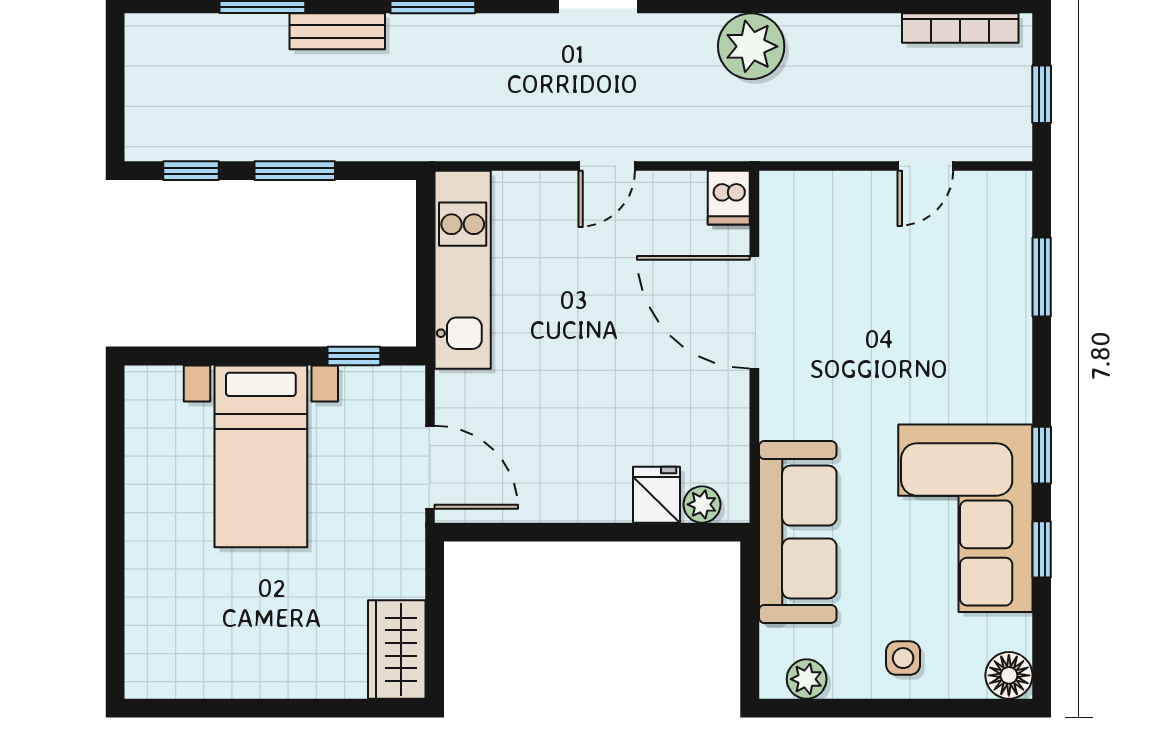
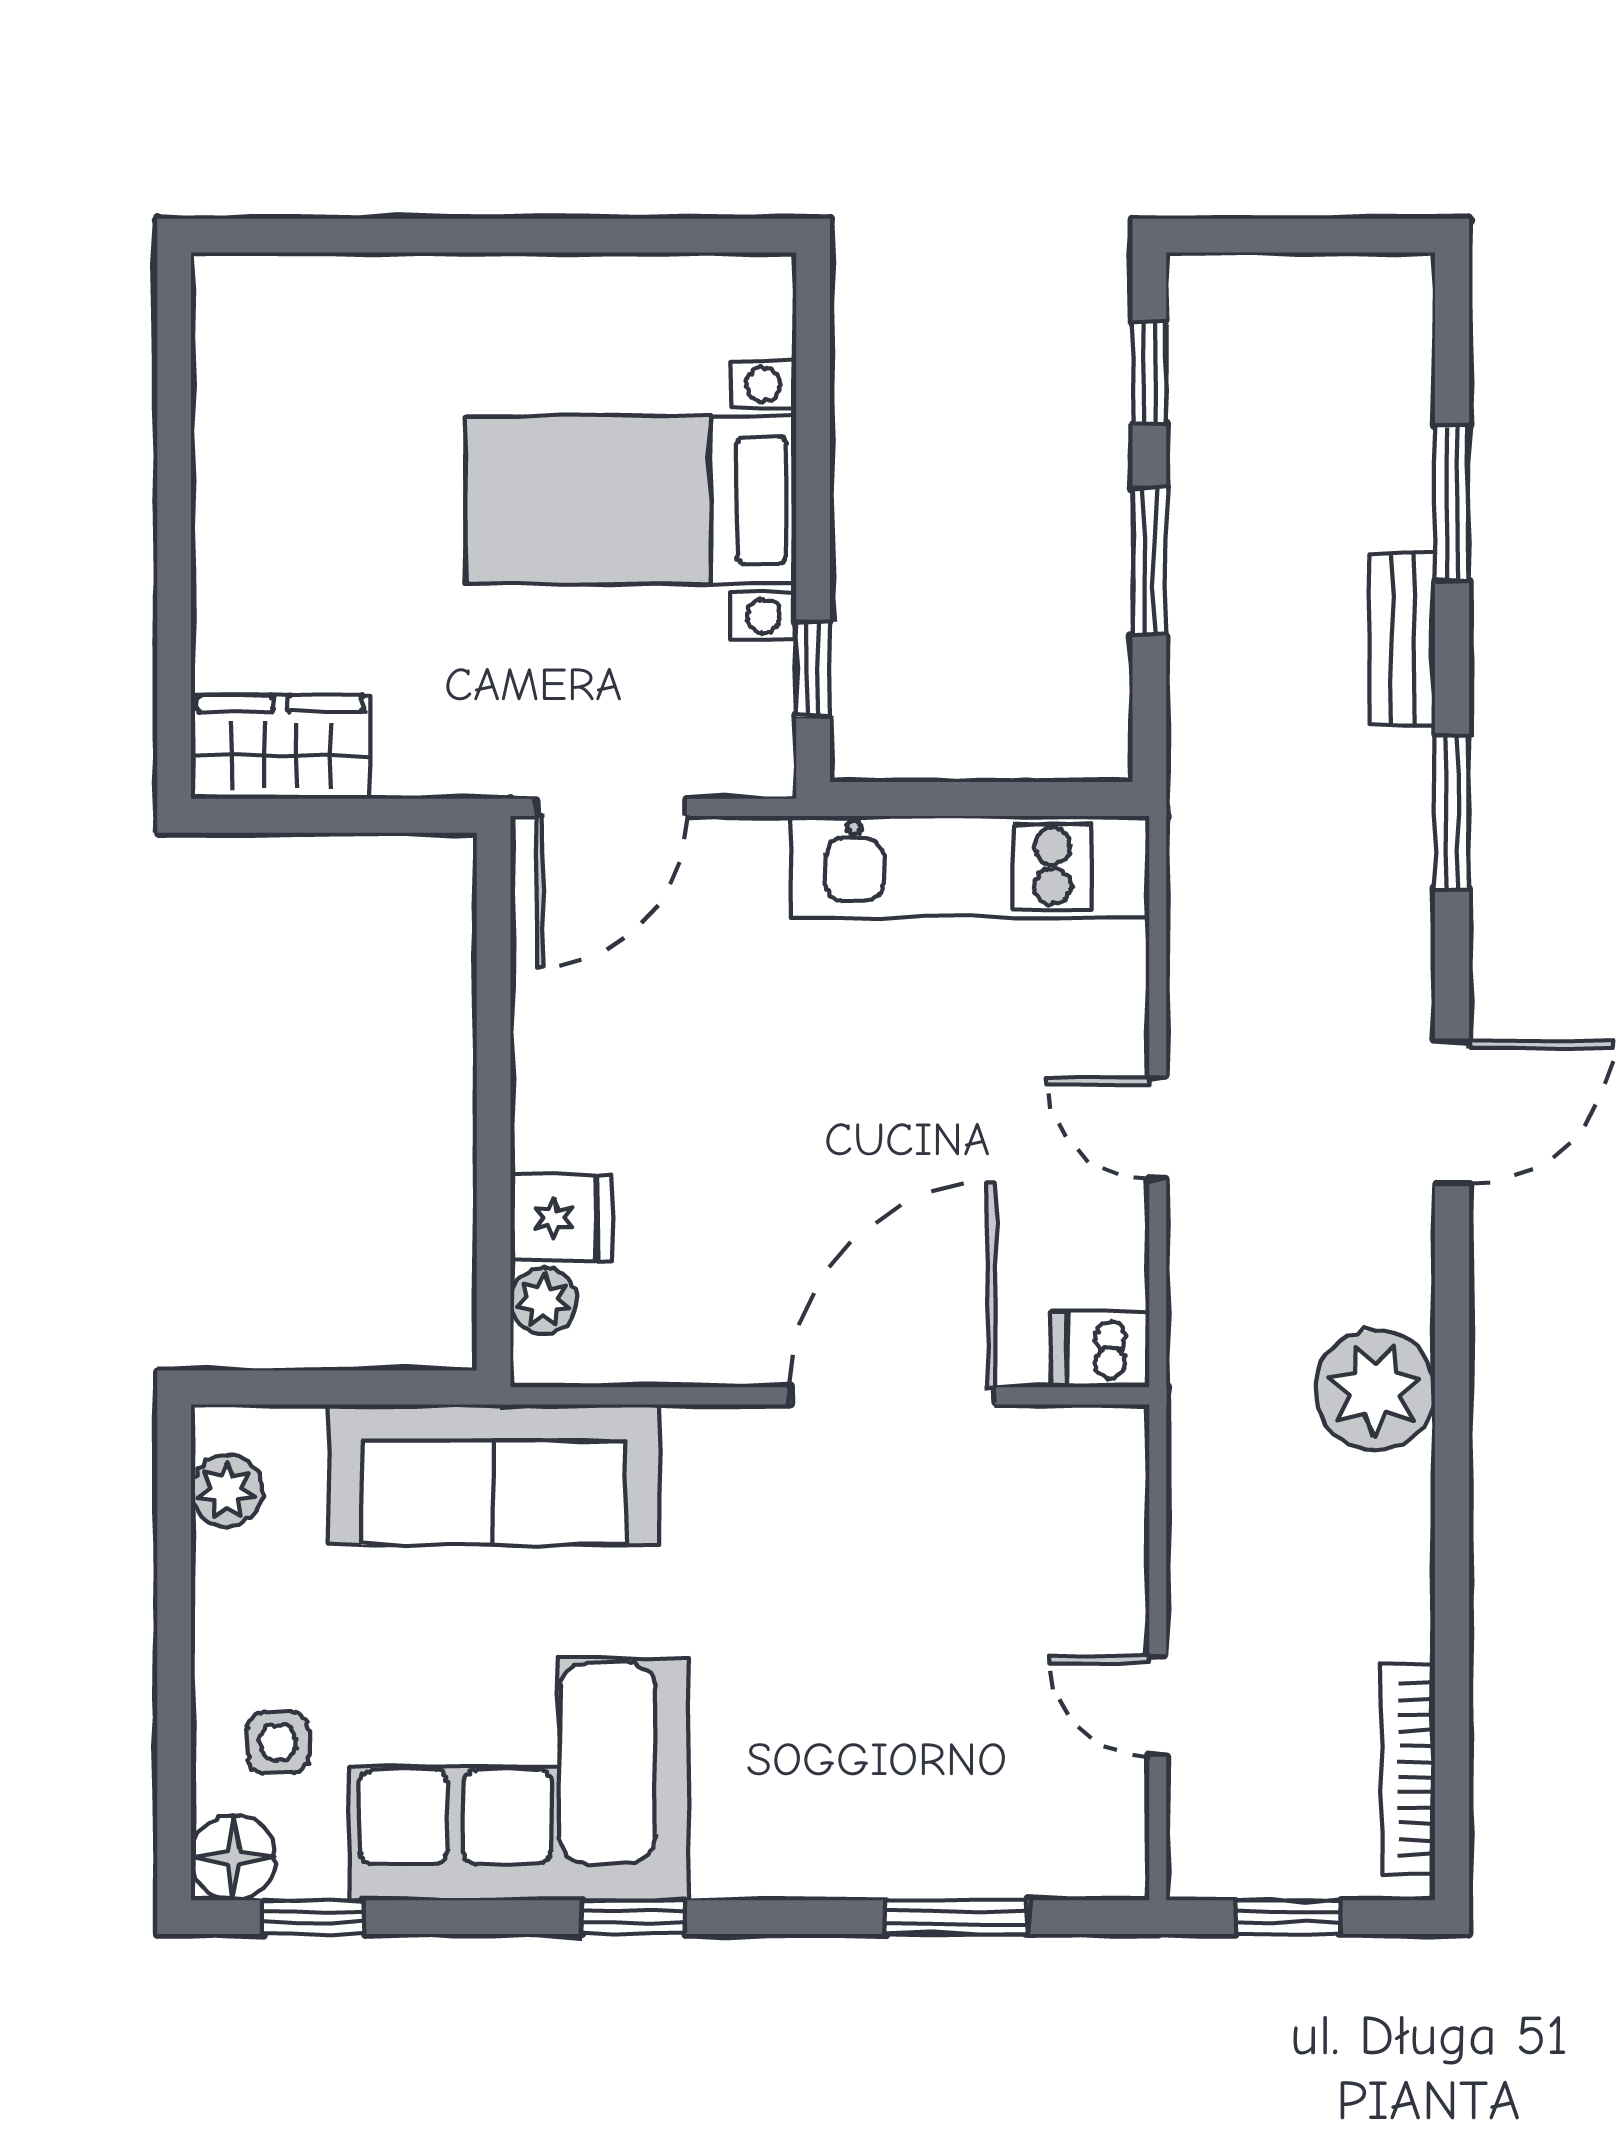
window: (1042, 549) -> (313, 1917), moved
side table: (903, 658) -> (278, 1742), moved

